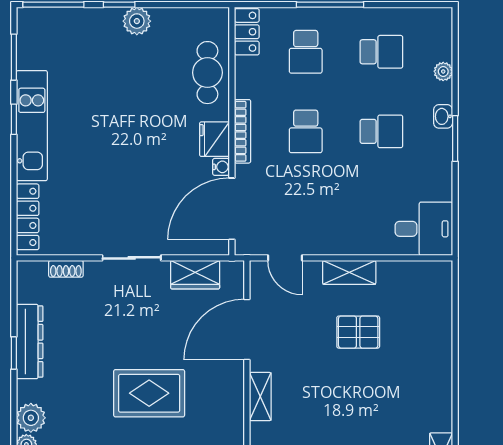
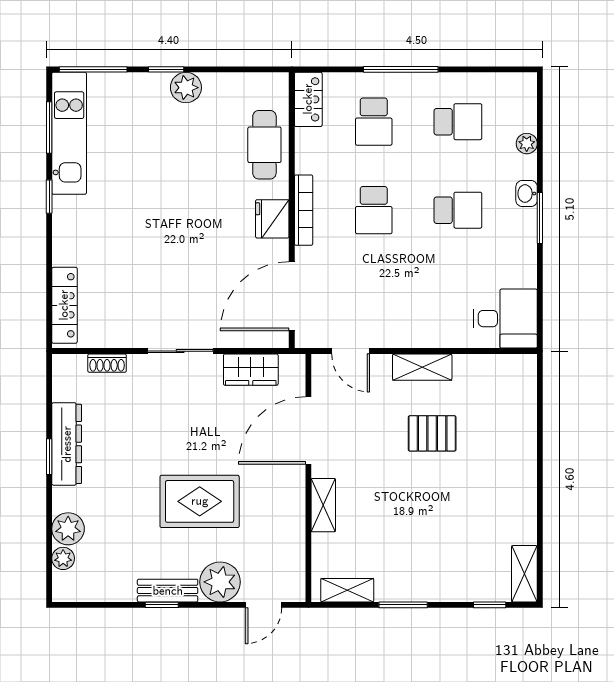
kitchen unit: (32, 126) -> (69, 133), moved
water cooler: (221, 167) -> (280, 250), removed

